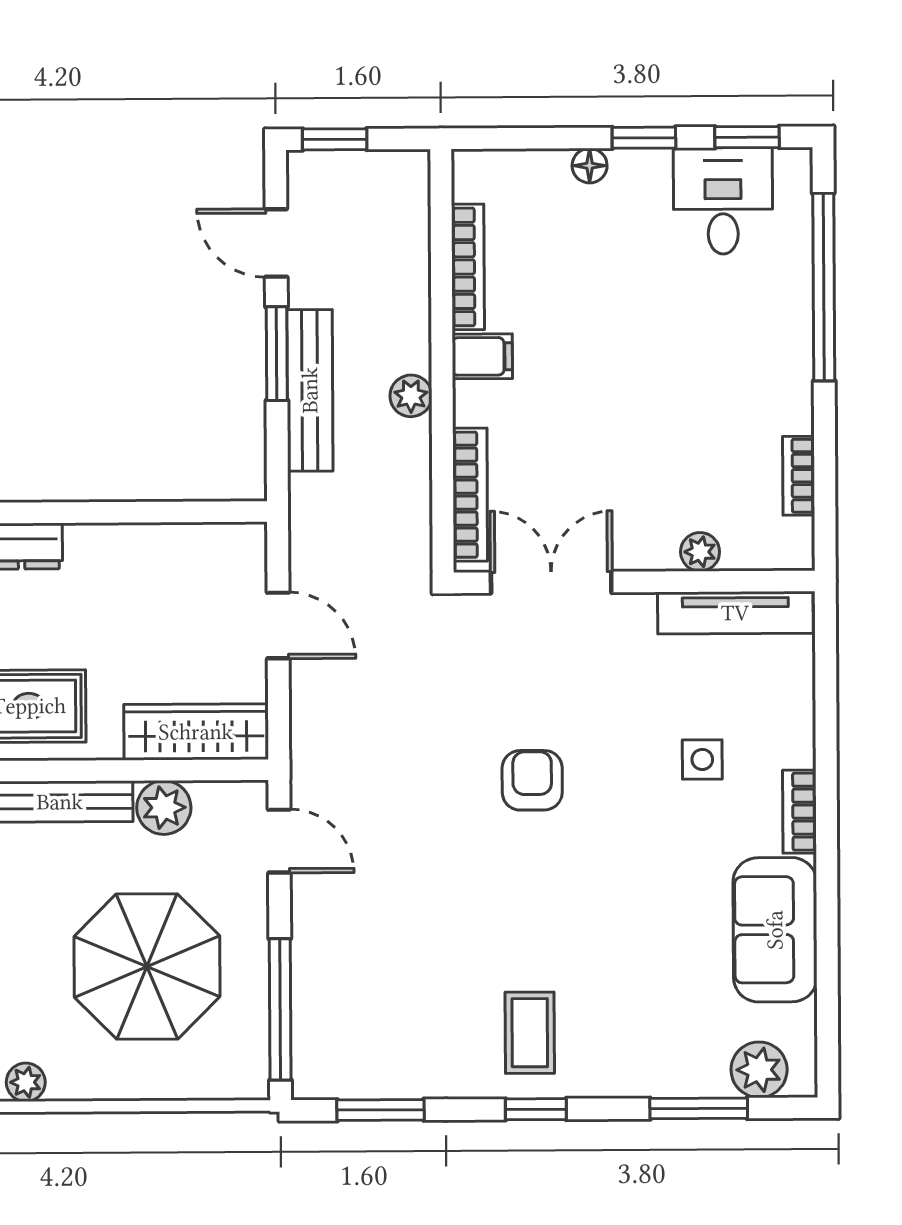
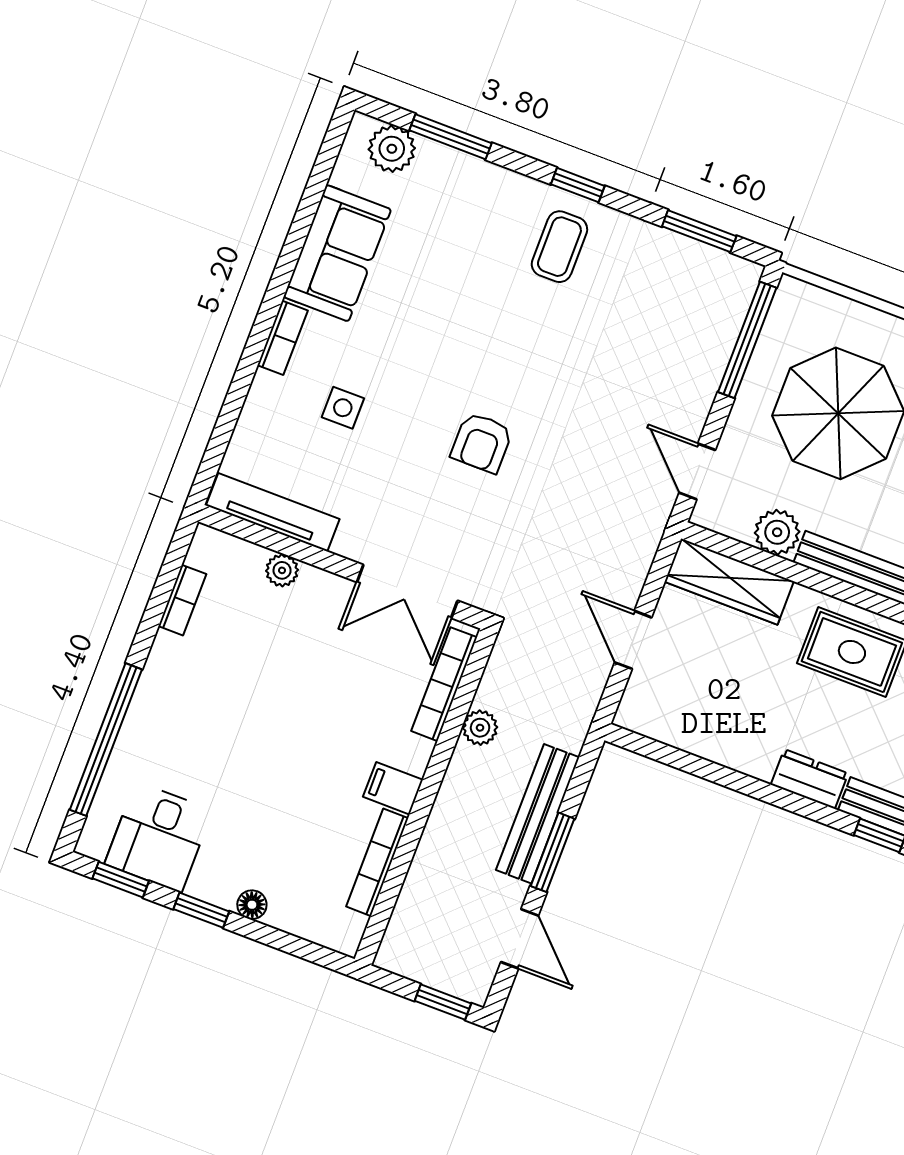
plant: (411, 396) -> (480, 728), moved

